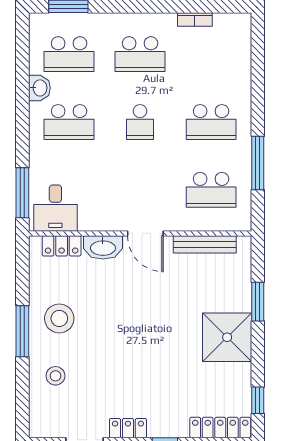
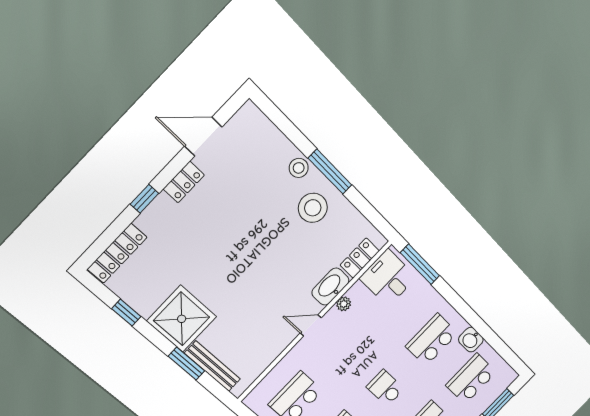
plant: (106, 224) -> (344, 304), added
door: (145, 233) -> (311, 325), width x0.73
bench: (205, 244) -> (212, 366), moved, turned 90
stool: (55, 376) -> (299, 168), moved
window: (258, 400) -> (126, 313), moved

